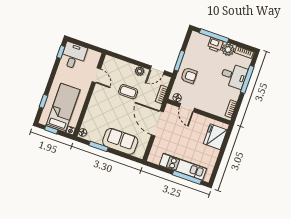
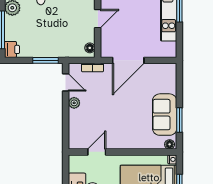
printer: (215, 45) -> (12, 49), moved
armchair: (189, 76) -> (59, 43), removed
coffee table: (128, 92) -> (103, 108), removed
door: (187, 108) -> (98, 19), moved
sofa: (120, 141) -> (165, 115), moved

